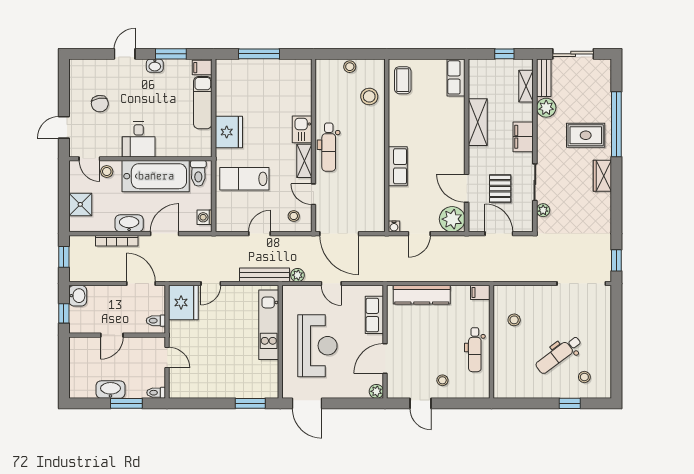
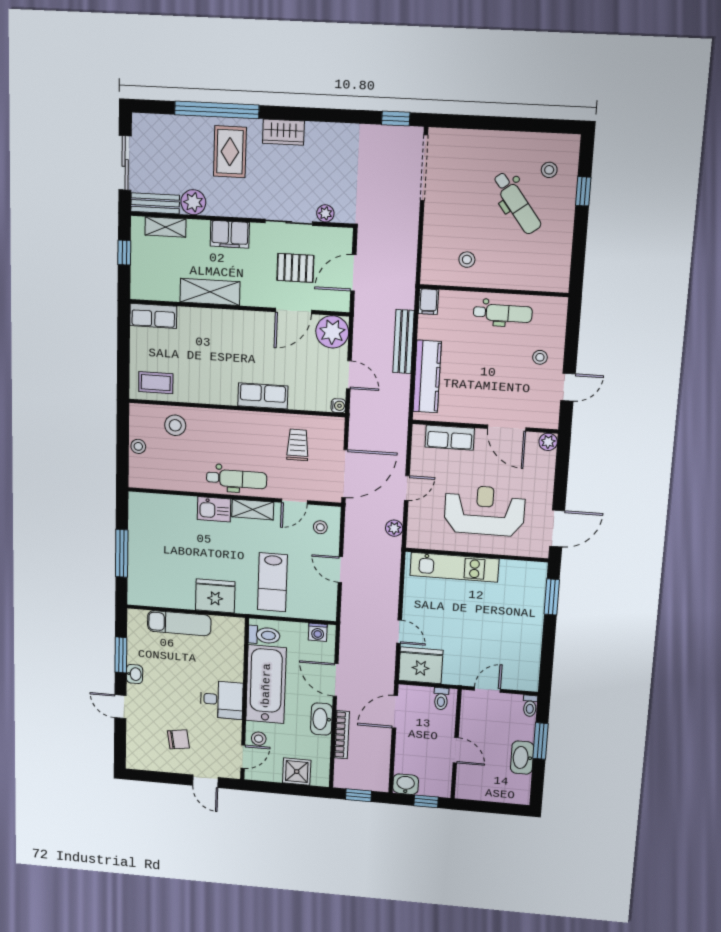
filing cabinet: (202, 68) -> (137, 620), removed
trolley: (360, 195) -> (298, 445), added
bench: (265, 275) -> (404, 342), moved

